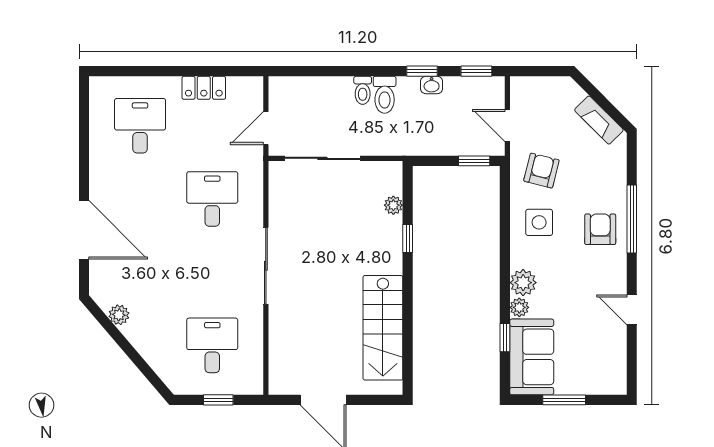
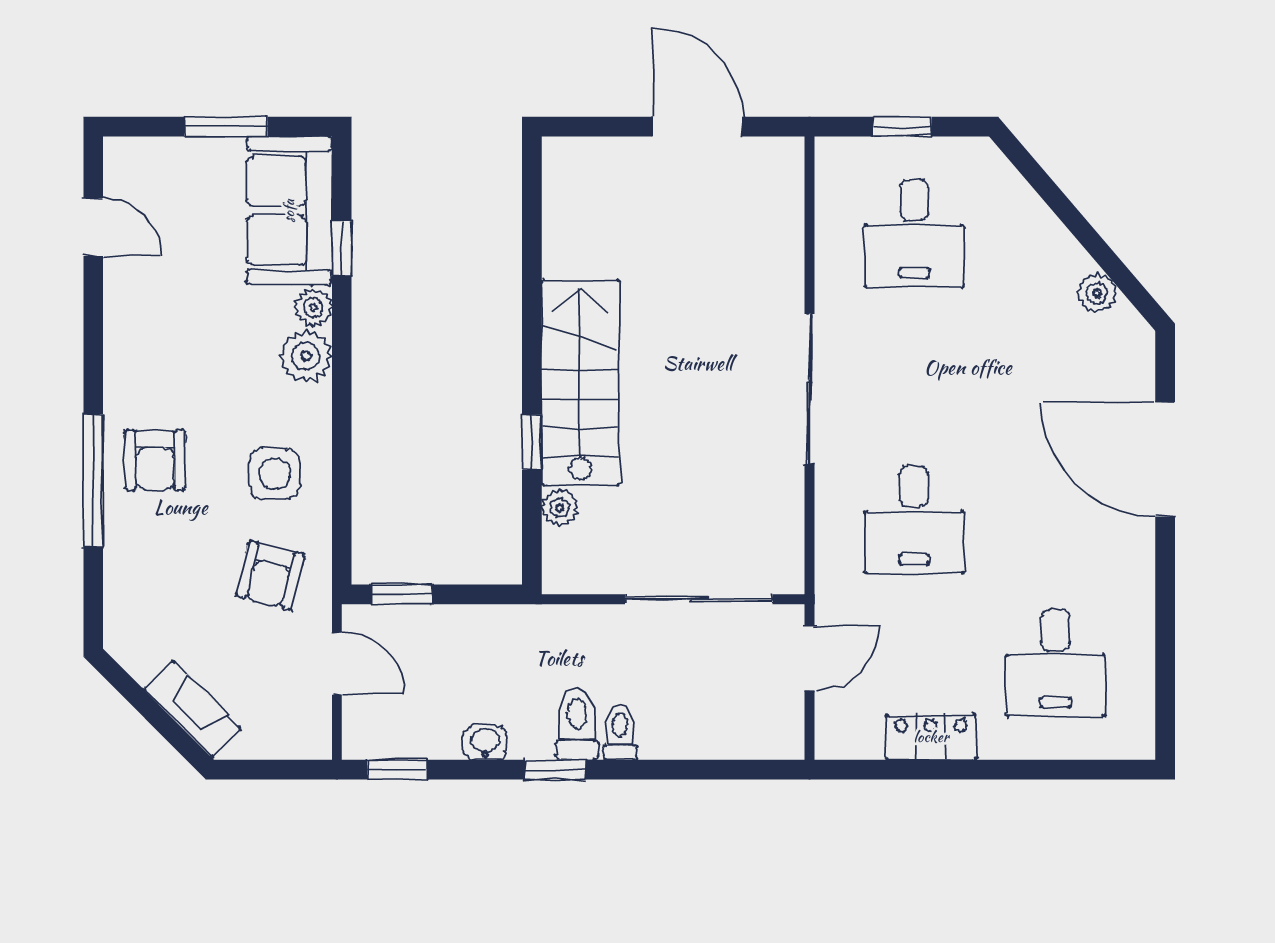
window: (422, 71) -> (555, 770), moved
fireplace: (599, 120) -> (192, 709), moved
door: (632, 310) -> (93, 227), moved
stairs: (383, 328) -> (580, 383), moved

